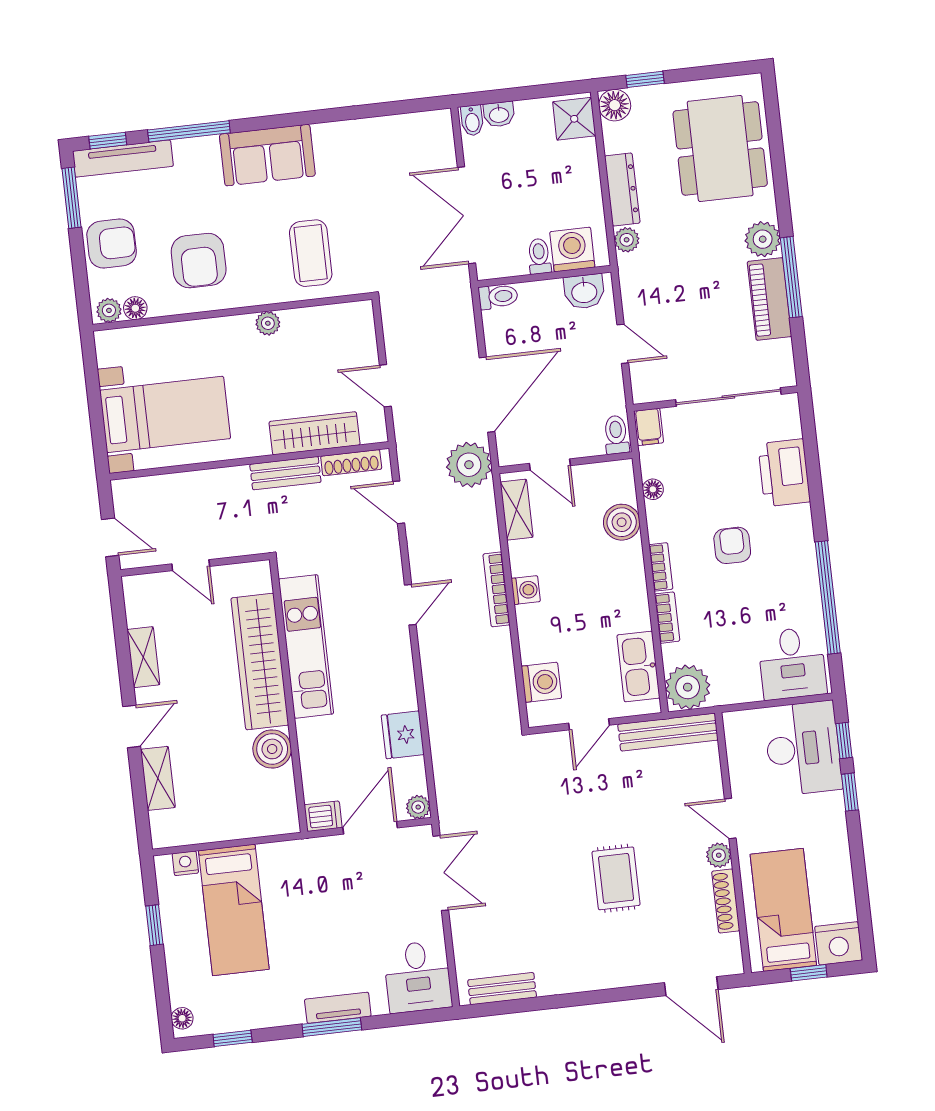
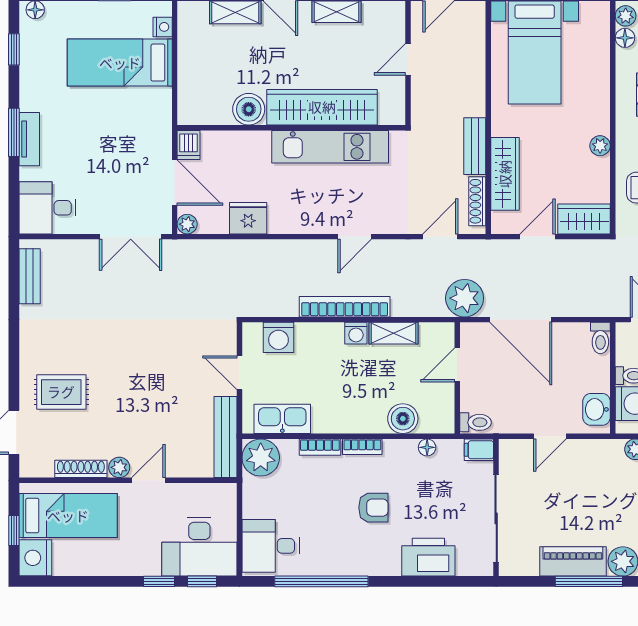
wardrobe: (358, 332) -> (584, 219), added
shelving: (517, 510) -> (393, 333), moved
bookcase: (497, 589) -> (345, 307), width x1.48, depth x1.31
door: (410, 605) -> (355, 237), hinge flipped
rug: (616, 878) -> (61, 392), moved

